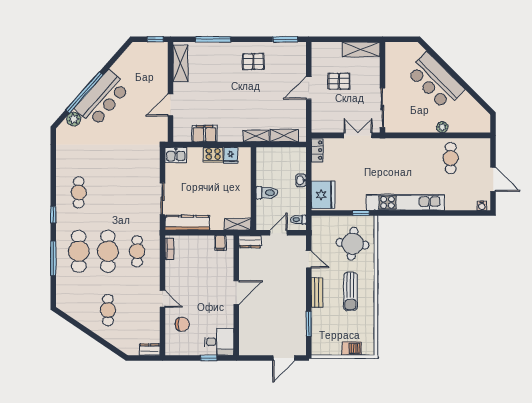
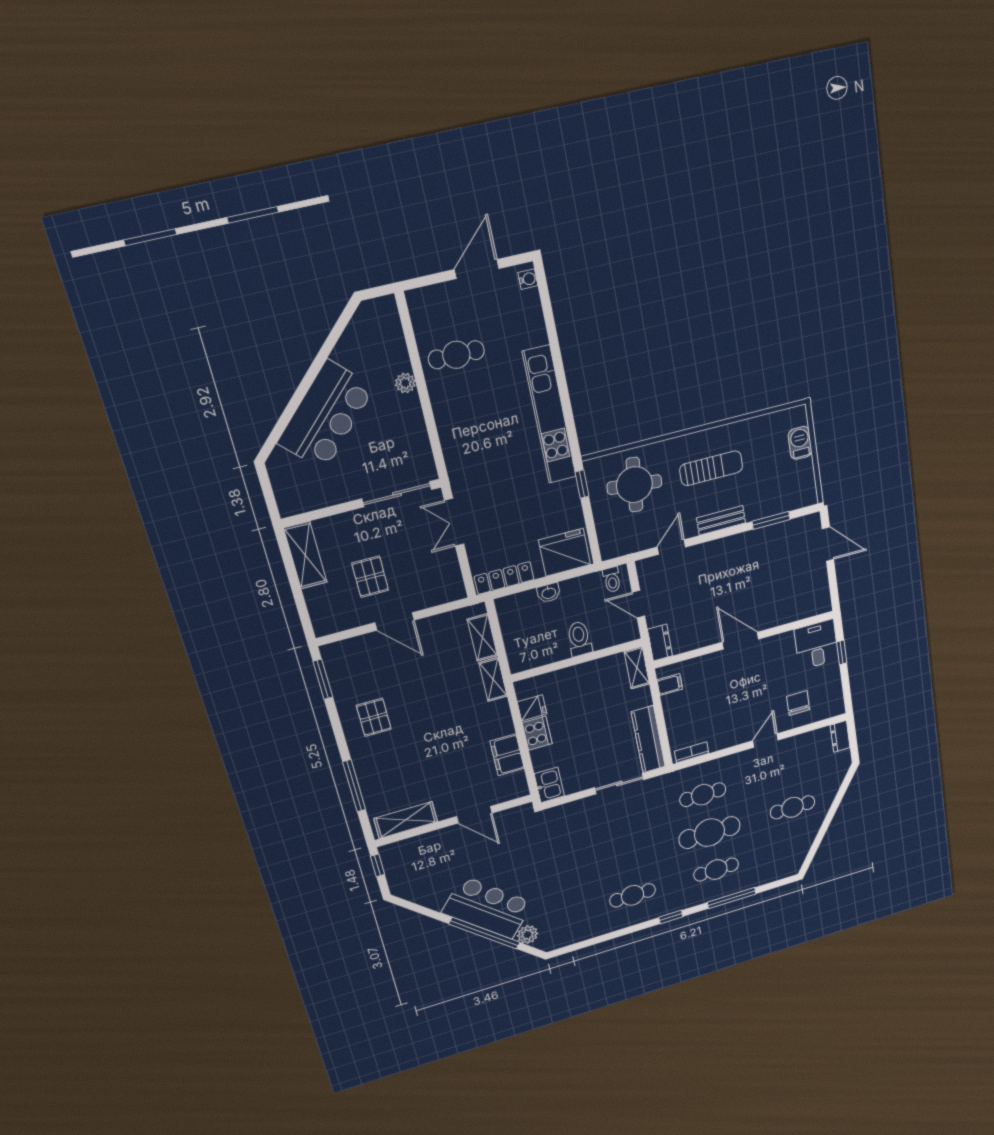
locker: (317, 150) -> (504, 578), width x1.53
cafe table: (79, 251) -> (716, 870), width x0.73, depth x0.74

